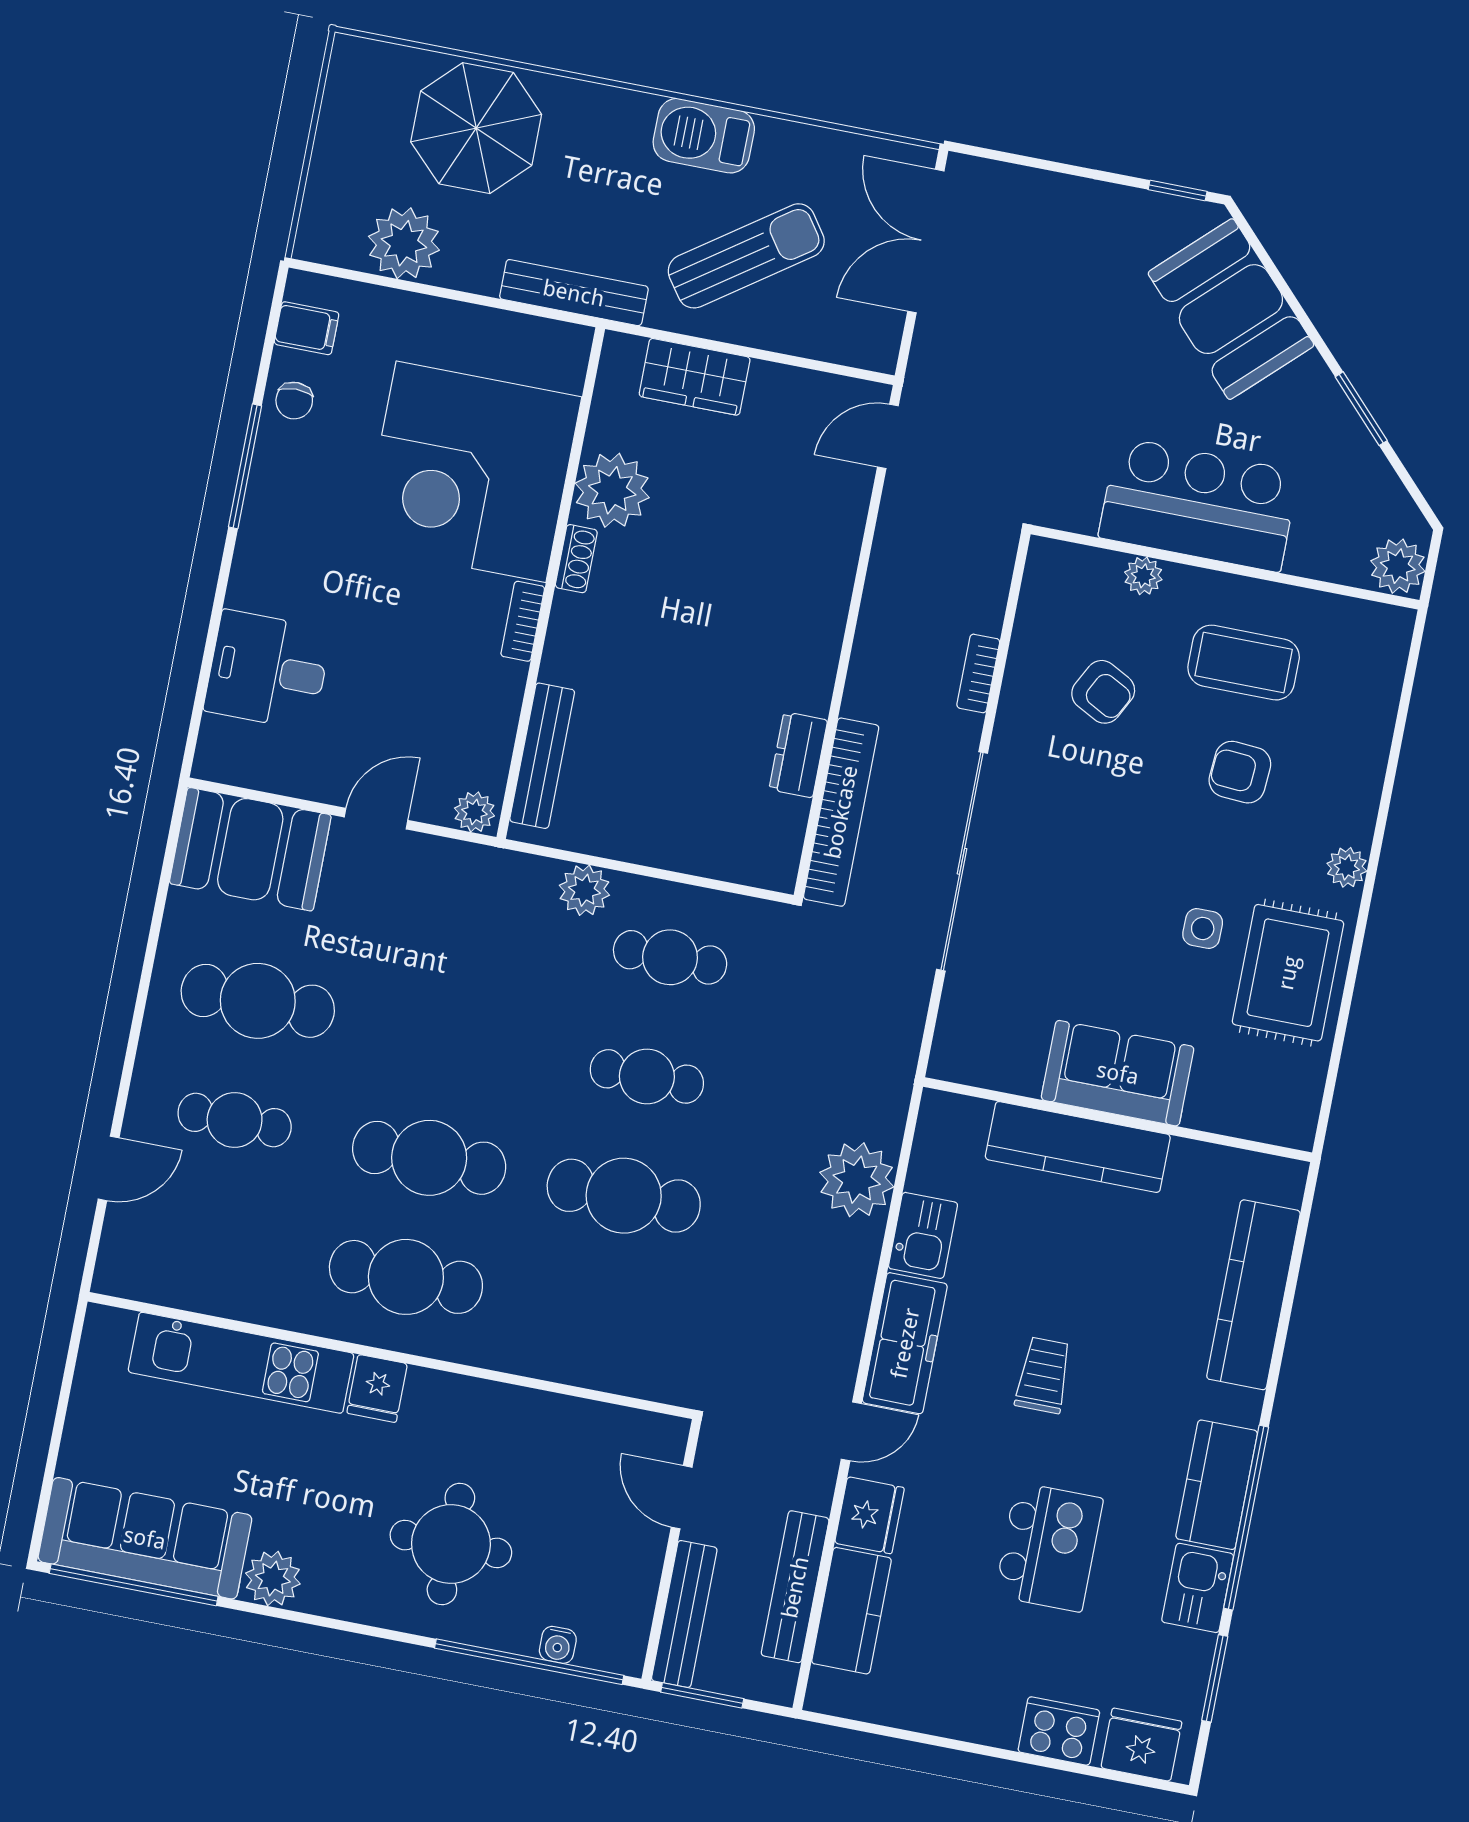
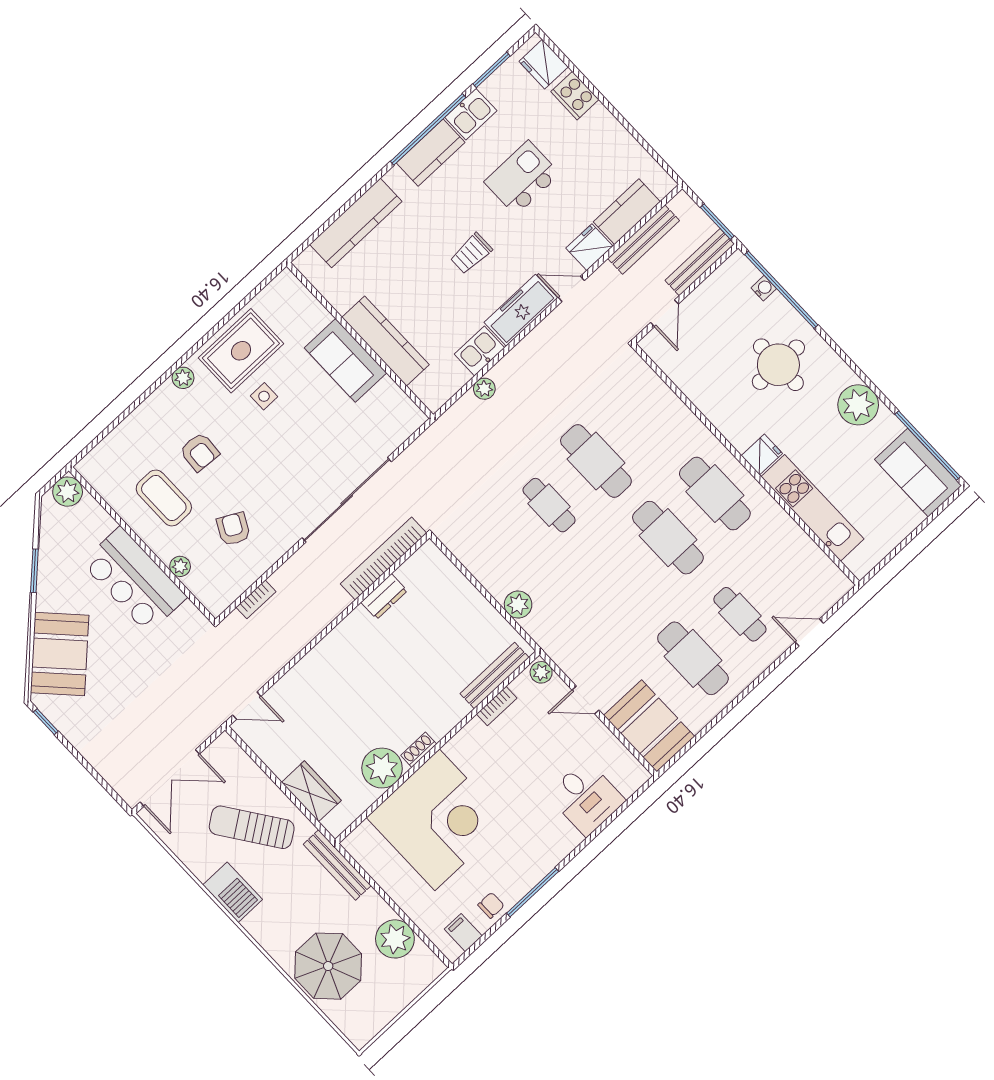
bookcase: (523, 621) -> (497, 706), moved
bookcase: (978, 673) -> (256, 599), moved
cafe table: (670, 957) -> (502, 549), removed
plant: (857, 1180) -> (484, 389), width x0.53, depth x0.53
sofa: (145, 1538) -> (918, 473), width x0.73
plant: (273, 1579) -> (858, 405), width x1.36, depth x1.36

